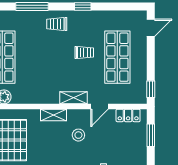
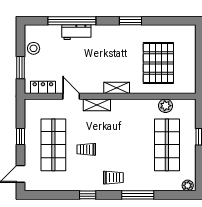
window: (151, 89) -> (21, 136), moved
door: (100, 106) -> (71, 96), hinge flipped
stool: (78, 135) -> (34, 48), moved

